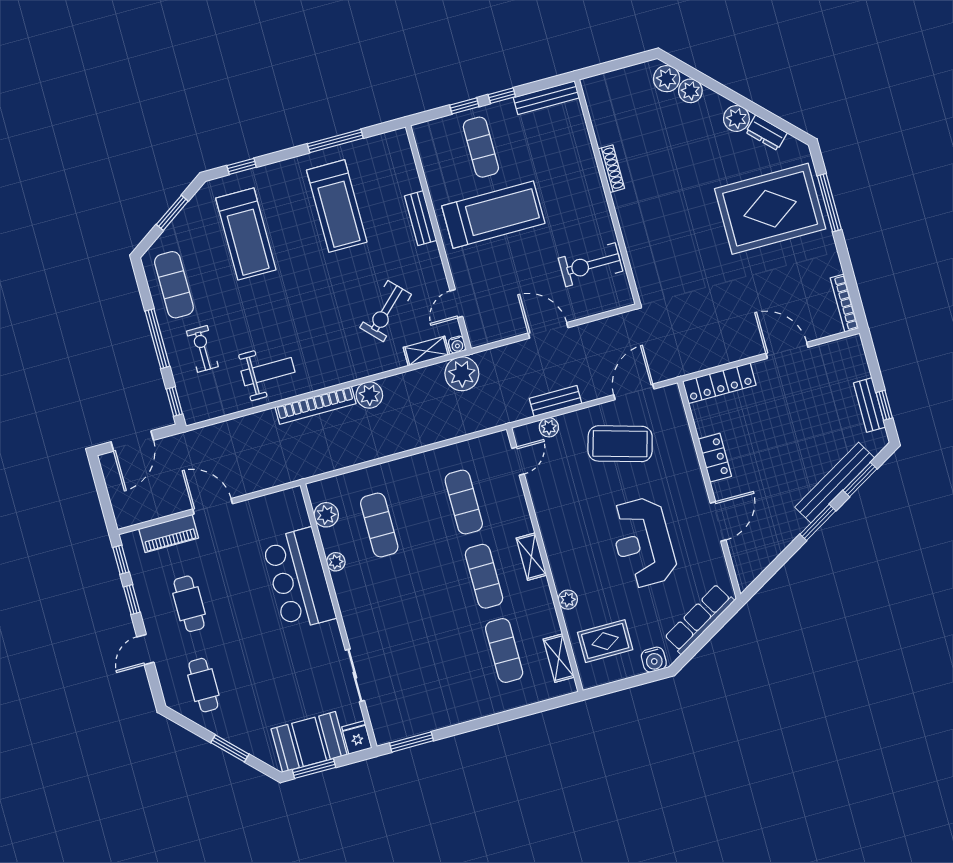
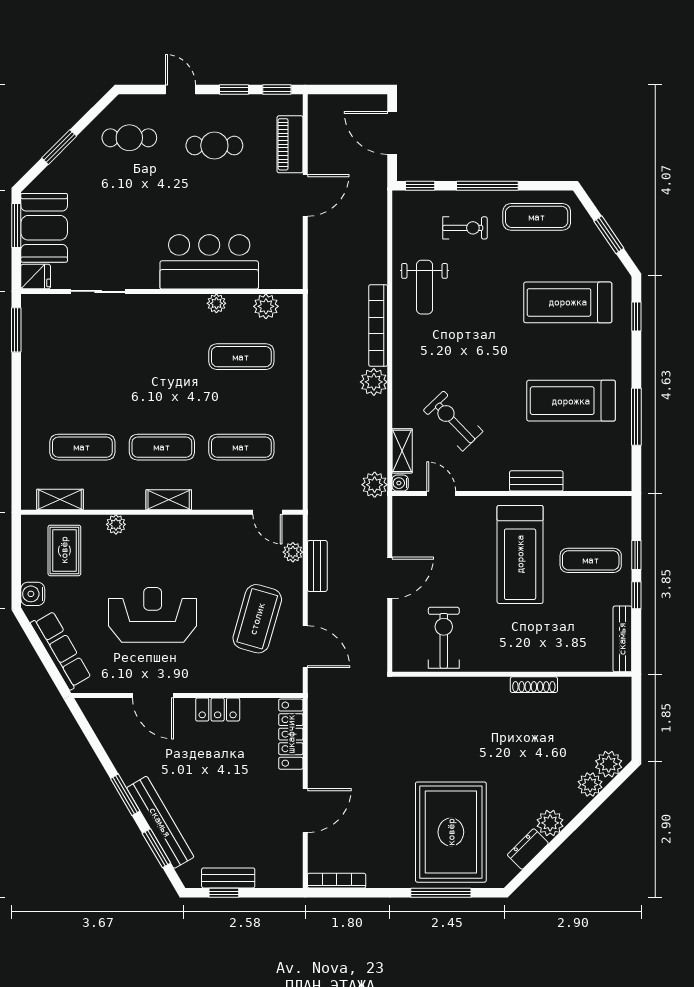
plant: (462, 374) -> (375, 485), width x0.73, depth x0.73

